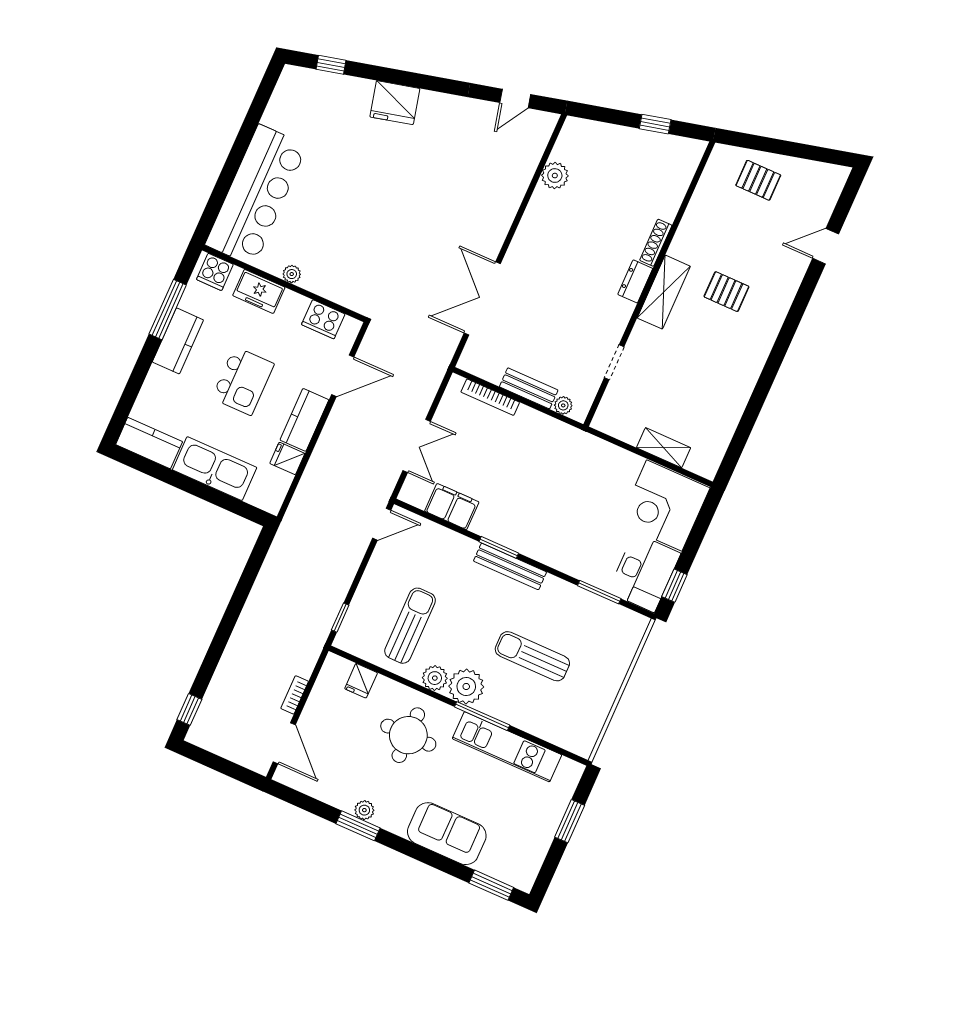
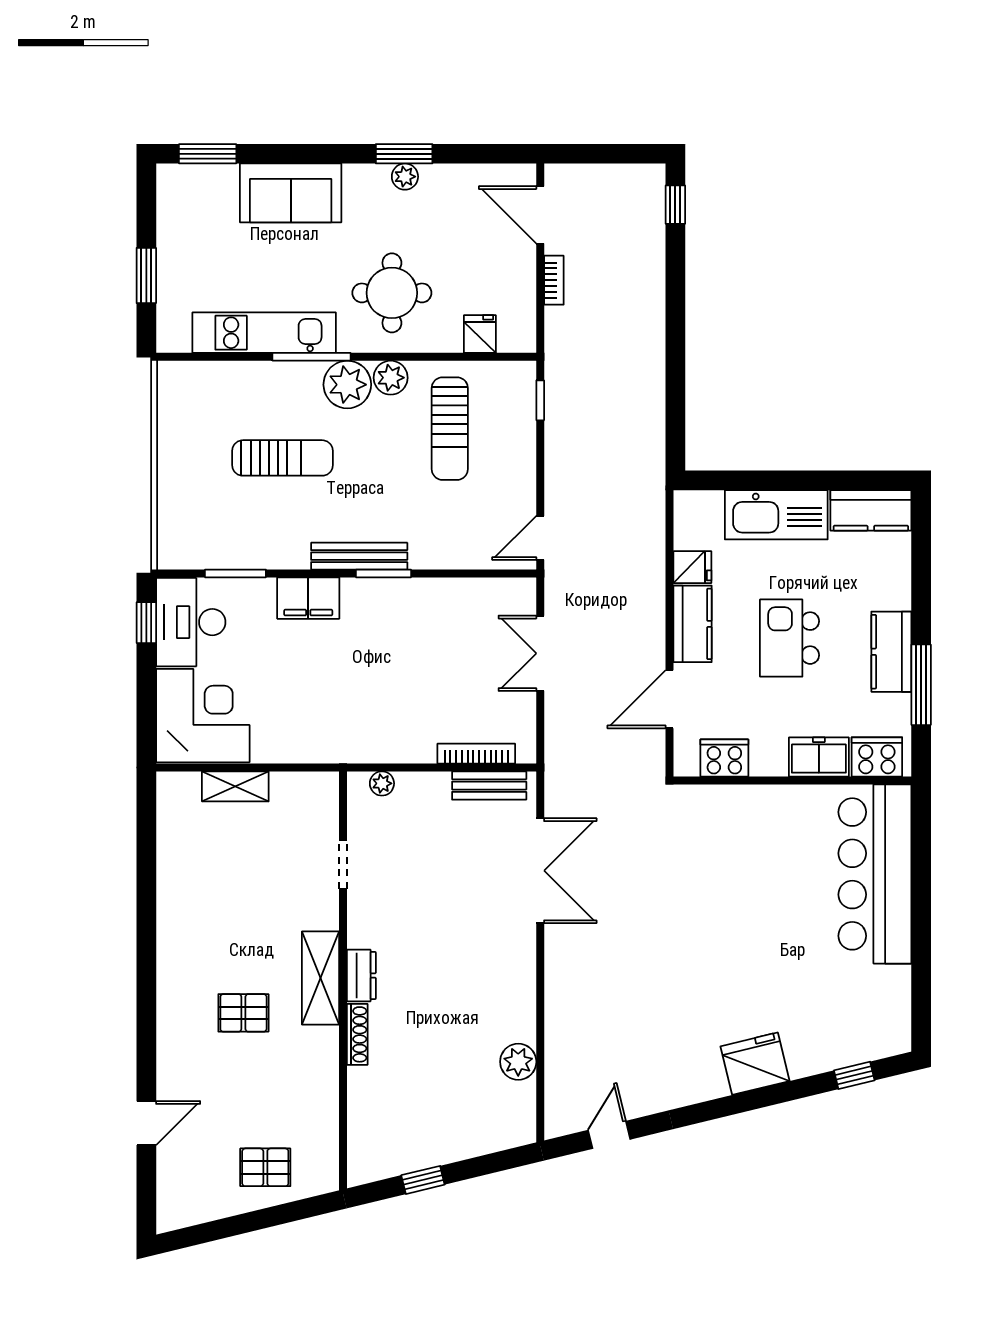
cooker: (215, 272) -> (877, 757), width x1.36
plant: (292, 274) -> (788, 796), removed
bench: (529, 388) -> (489, 786), moved
filing cabinet: (452, 507) -> (308, 598), moved

